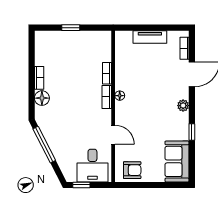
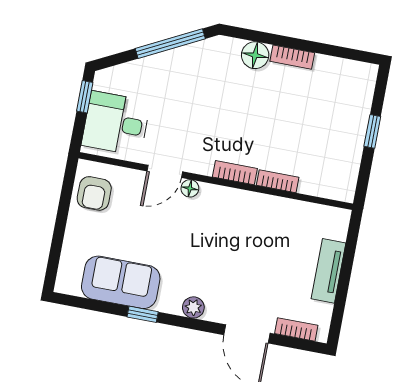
floor lamp: (120, 96) -> (190, 188), moved
sofa: (177, 161) -> (121, 282), moved

